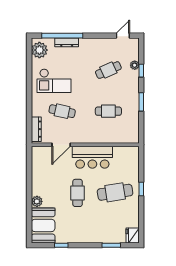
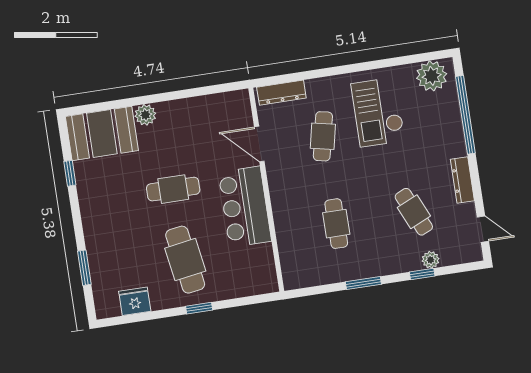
dresser: (67, 42) -> (462, 180), moved
fridge: (133, 235) -> (135, 301), moved

